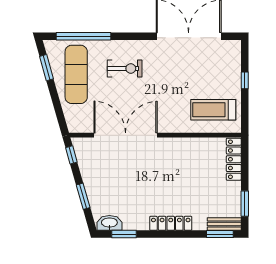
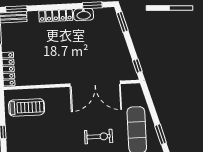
exercise bike: (125, 68) -> (99, 137), turned 180
window: (83, 196) -> (122, 22), moved
washbasin: (109, 223) -> (84, 15), moved

